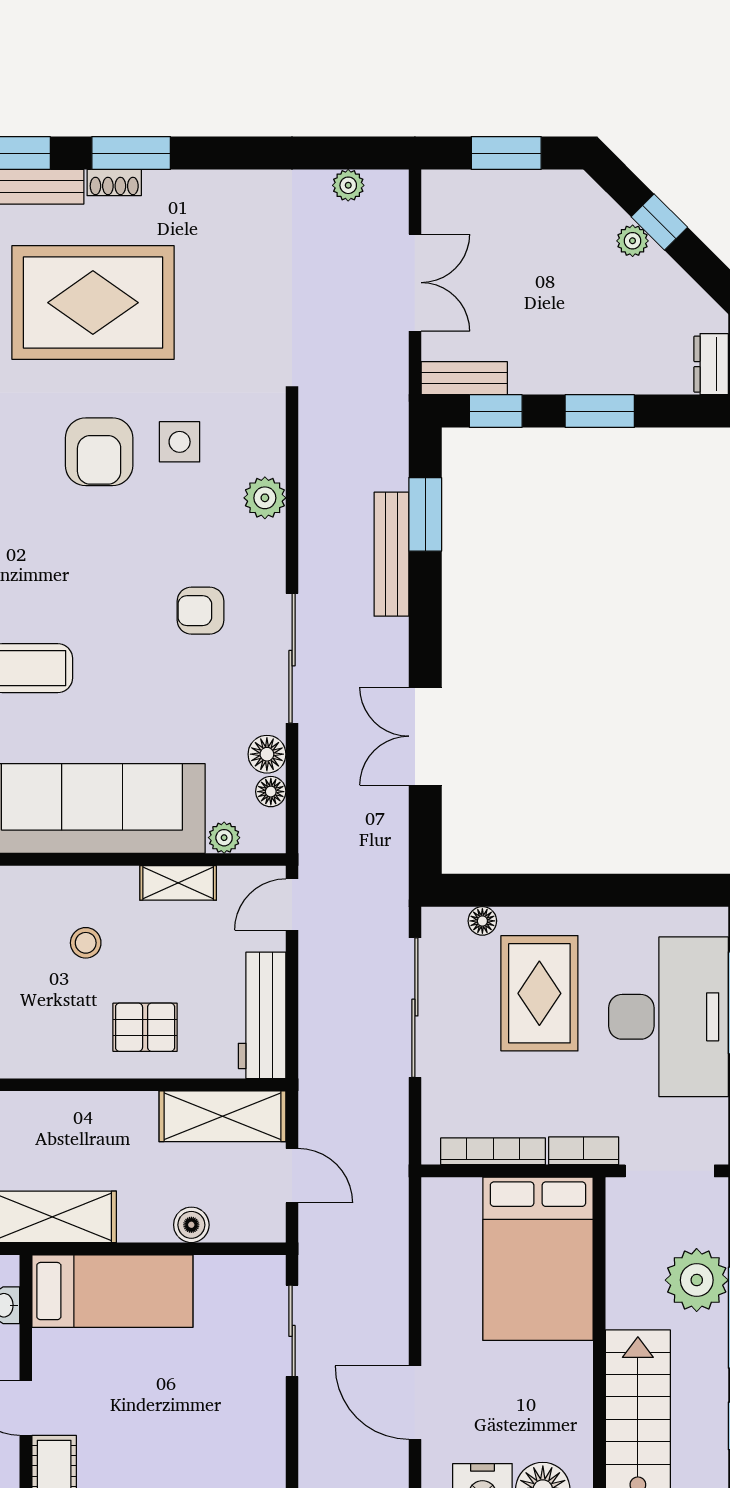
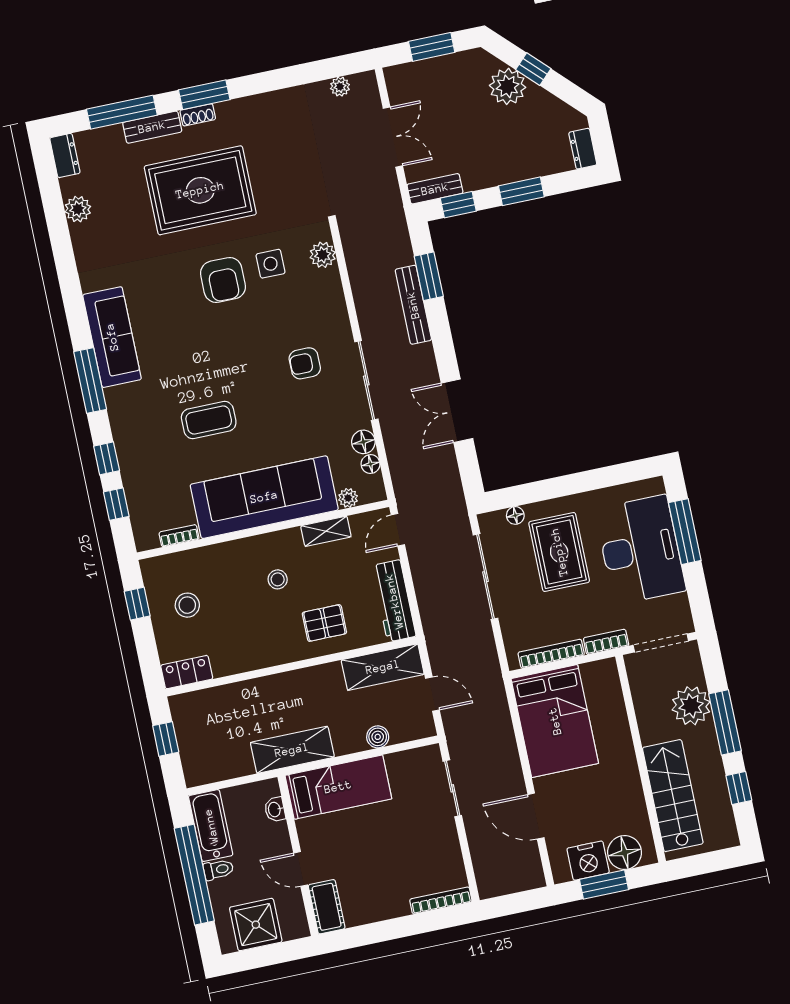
plant: (633, 241) -> (508, 86), width x1.88, depth x1.88
plant: (265, 498) -> (323, 255), moved
bed: (538, 1259) -> (555, 721), moved

